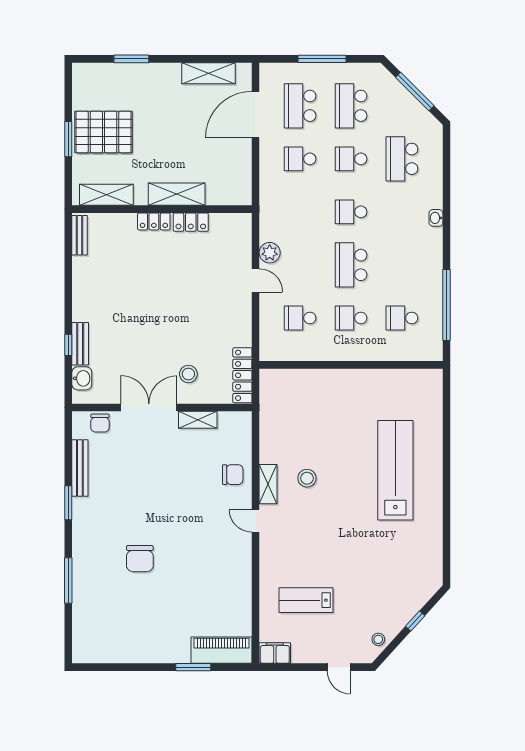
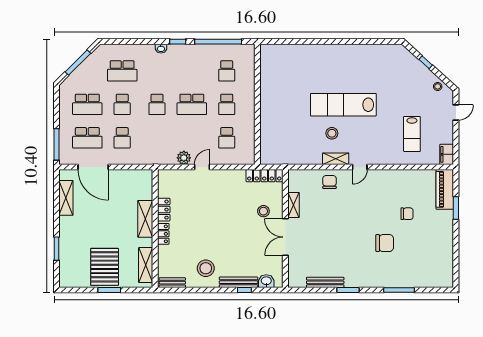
window: (322, 59) -> (57, 144), moved
window: (446, 243) -> (178, 42), added
stool: (101, 286) -> (206, 268), added
bench: (80, 344) -> (239, 282), width x1.36
chair: (100, 423) -> (407, 214), moved
lab bench: (395, 470) -> (343, 105), moved

